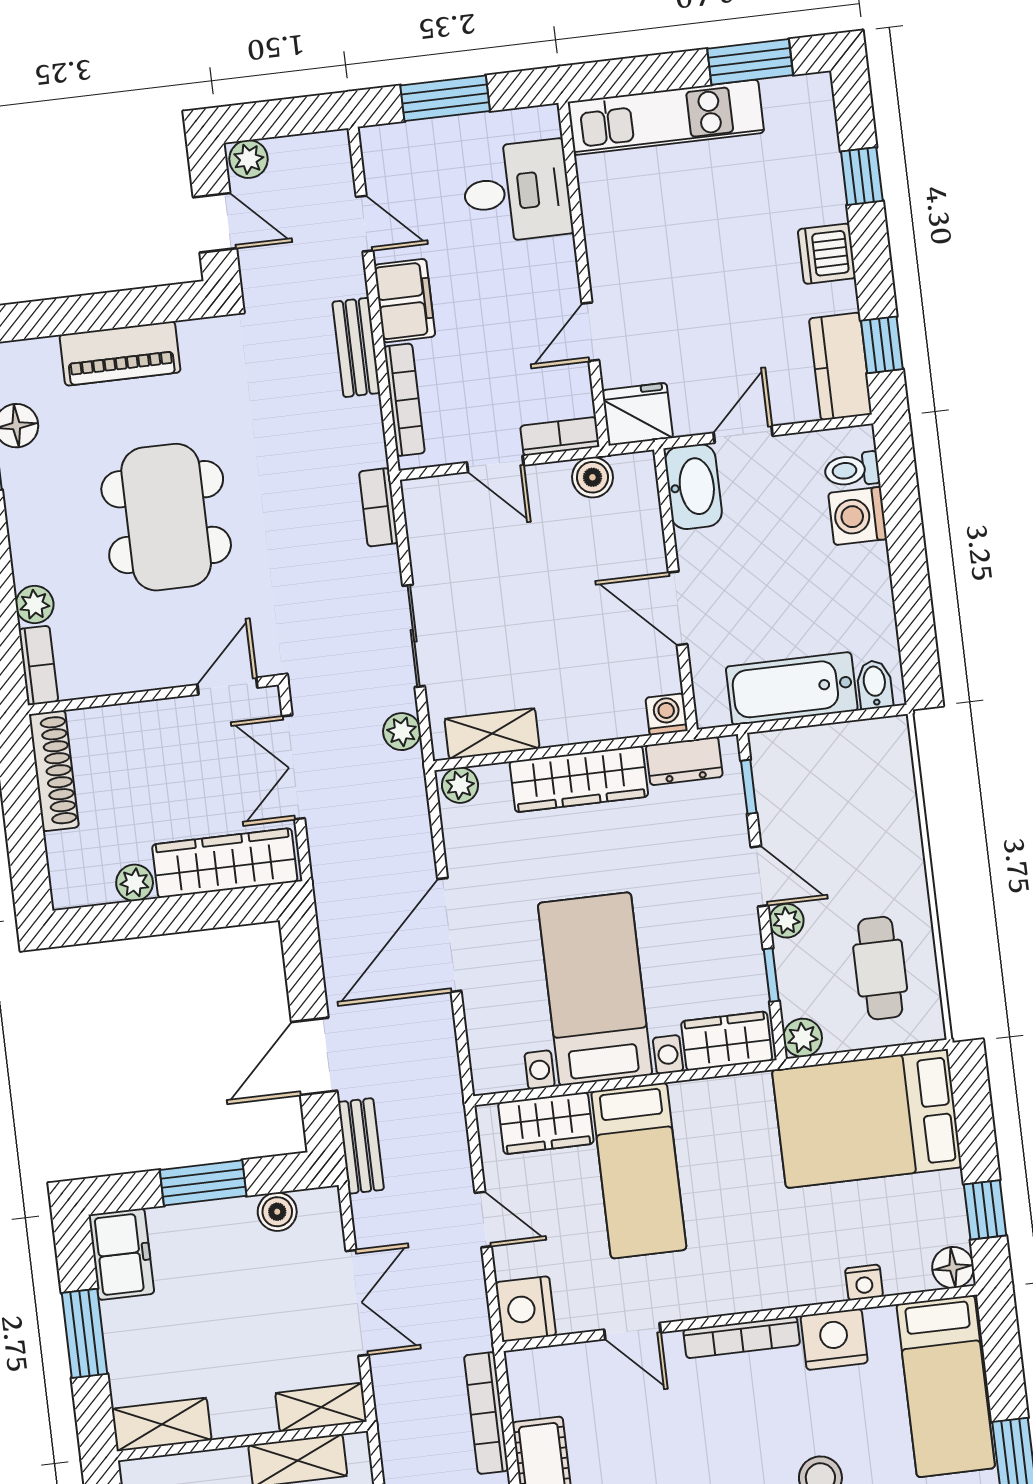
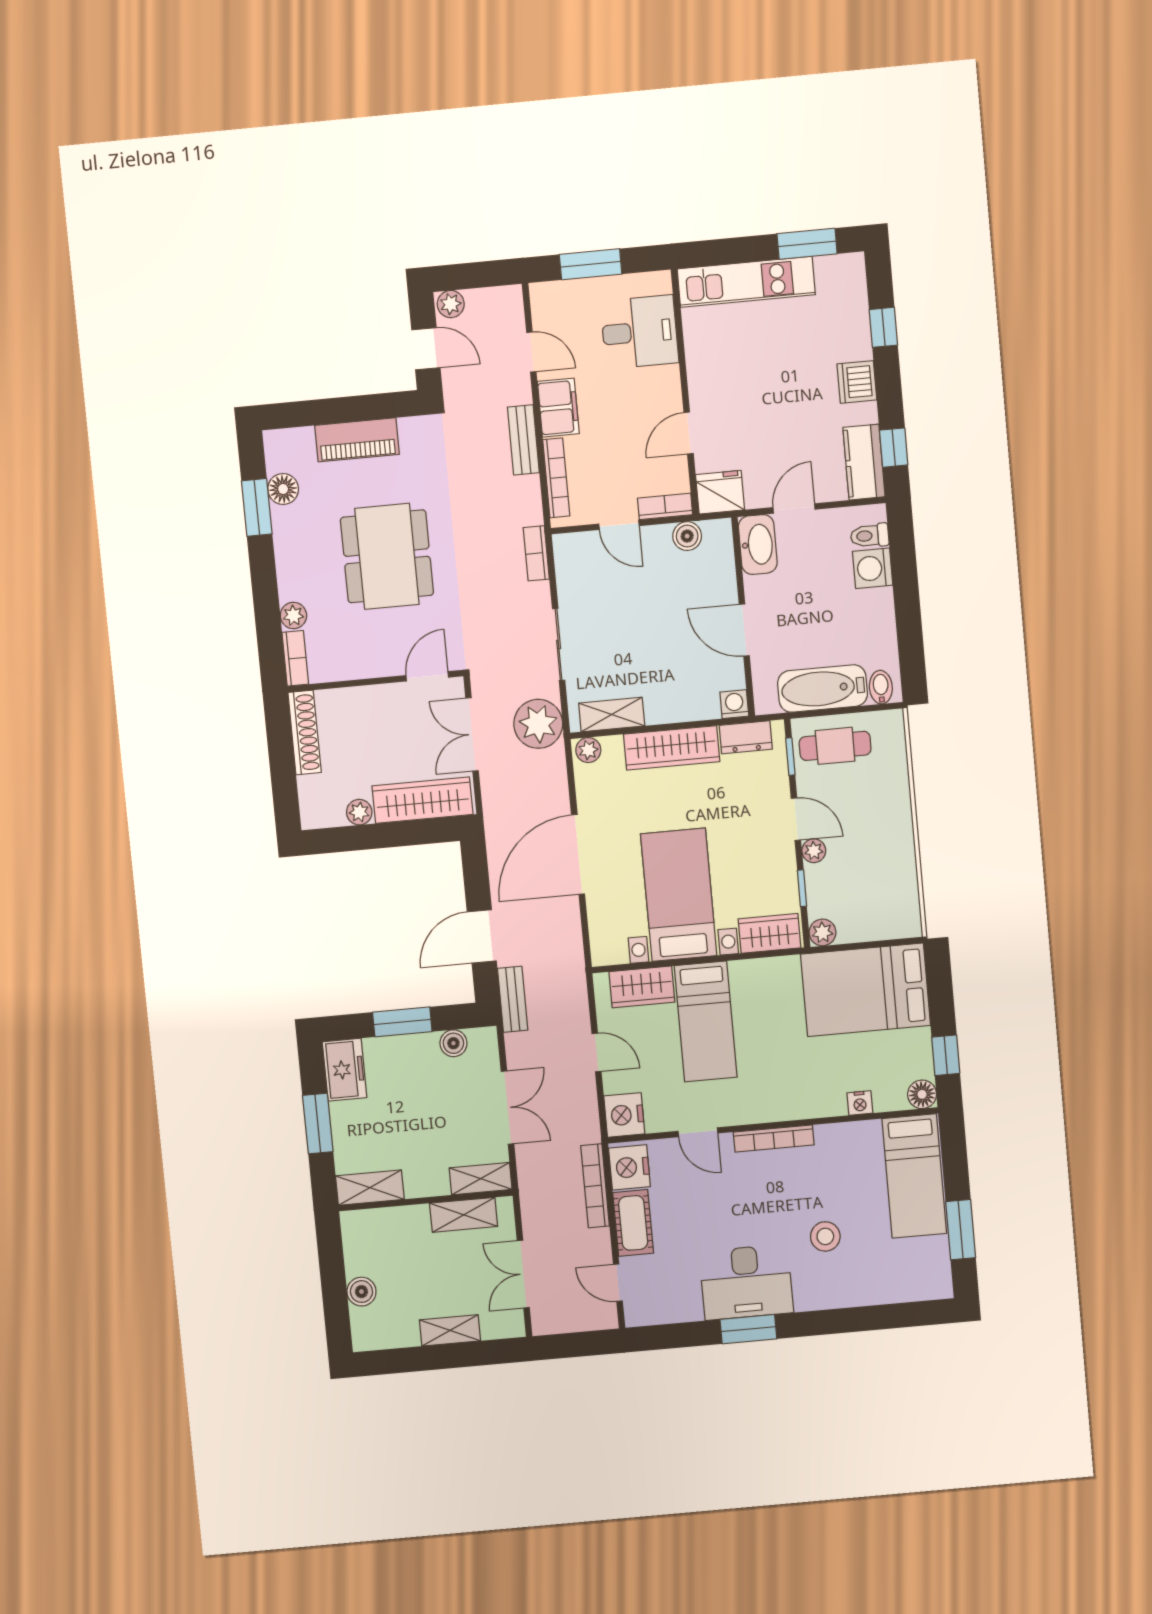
plant: (402, 732) -> (538, 724), width x1.88, depth x1.88
cafe table: (880, 968) -> (835, 746), moved, turned 90
nightstand: (834, 1339) -> (629, 1167), moved, turned -90

